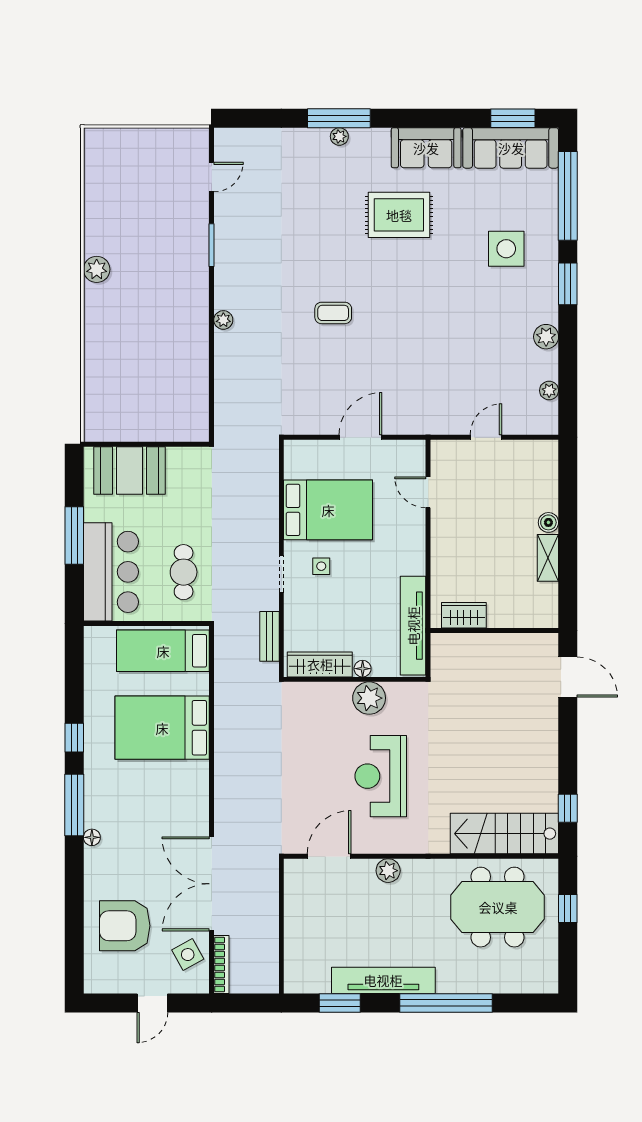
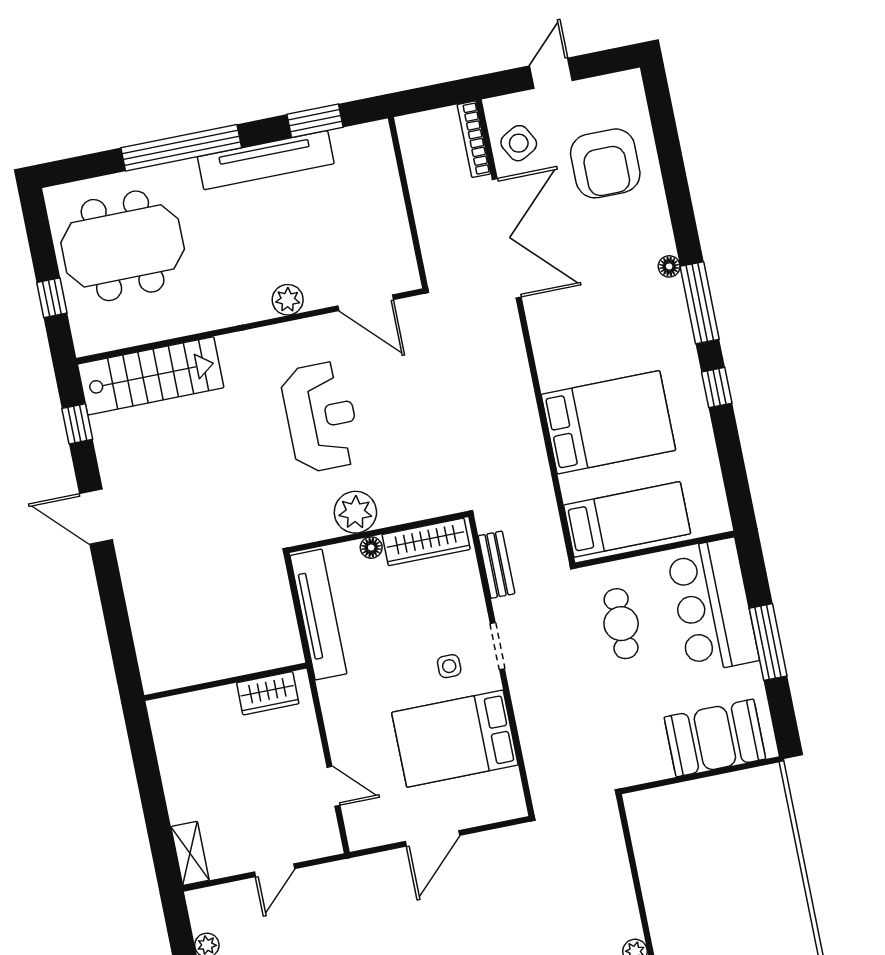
boiler: (548, 522) -> (174, 779), removed
shelving: (548, 558) -> (190, 853), moved
wardrobe: (464, 615) -> (268, 693), moved
wall: (494, 630) -> (225, 682), moved
door: (568, 677) -> (96, 517), moved
door: (329, 856) -> (366, 303), hinge flipped
meeting table: (498, 907) -> (123, 246), moved
armchair: (125, 926) -> (605, 163), turned 90

